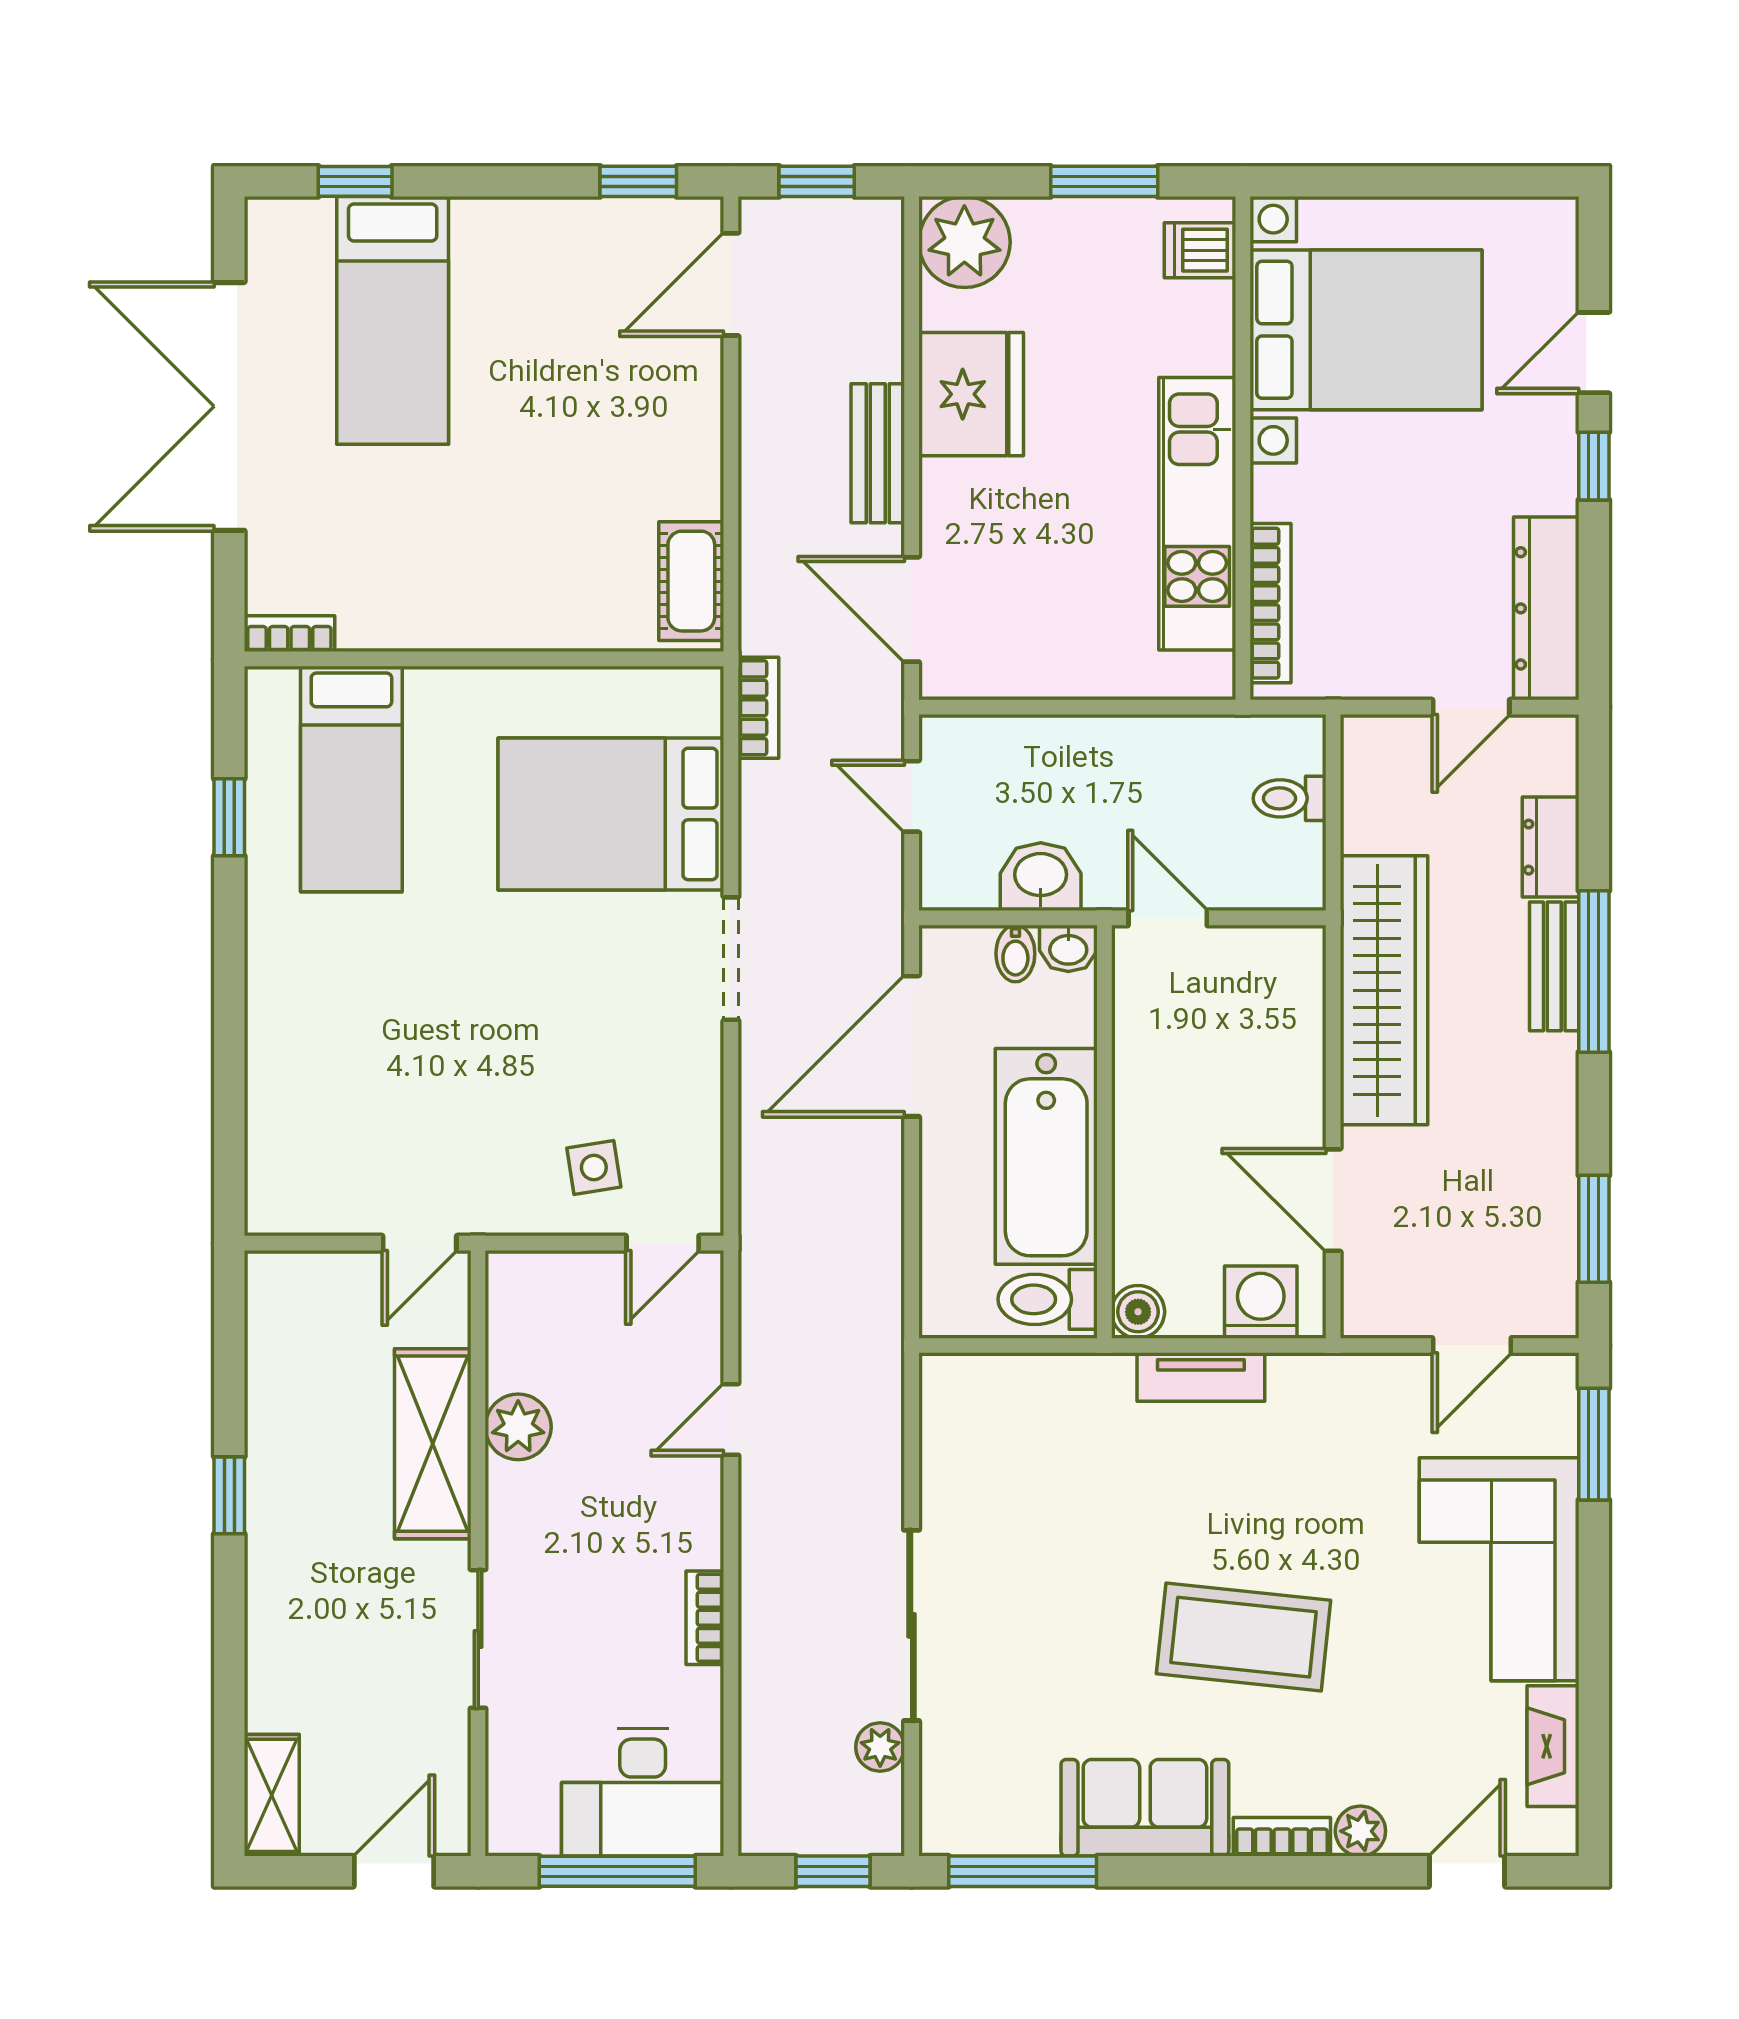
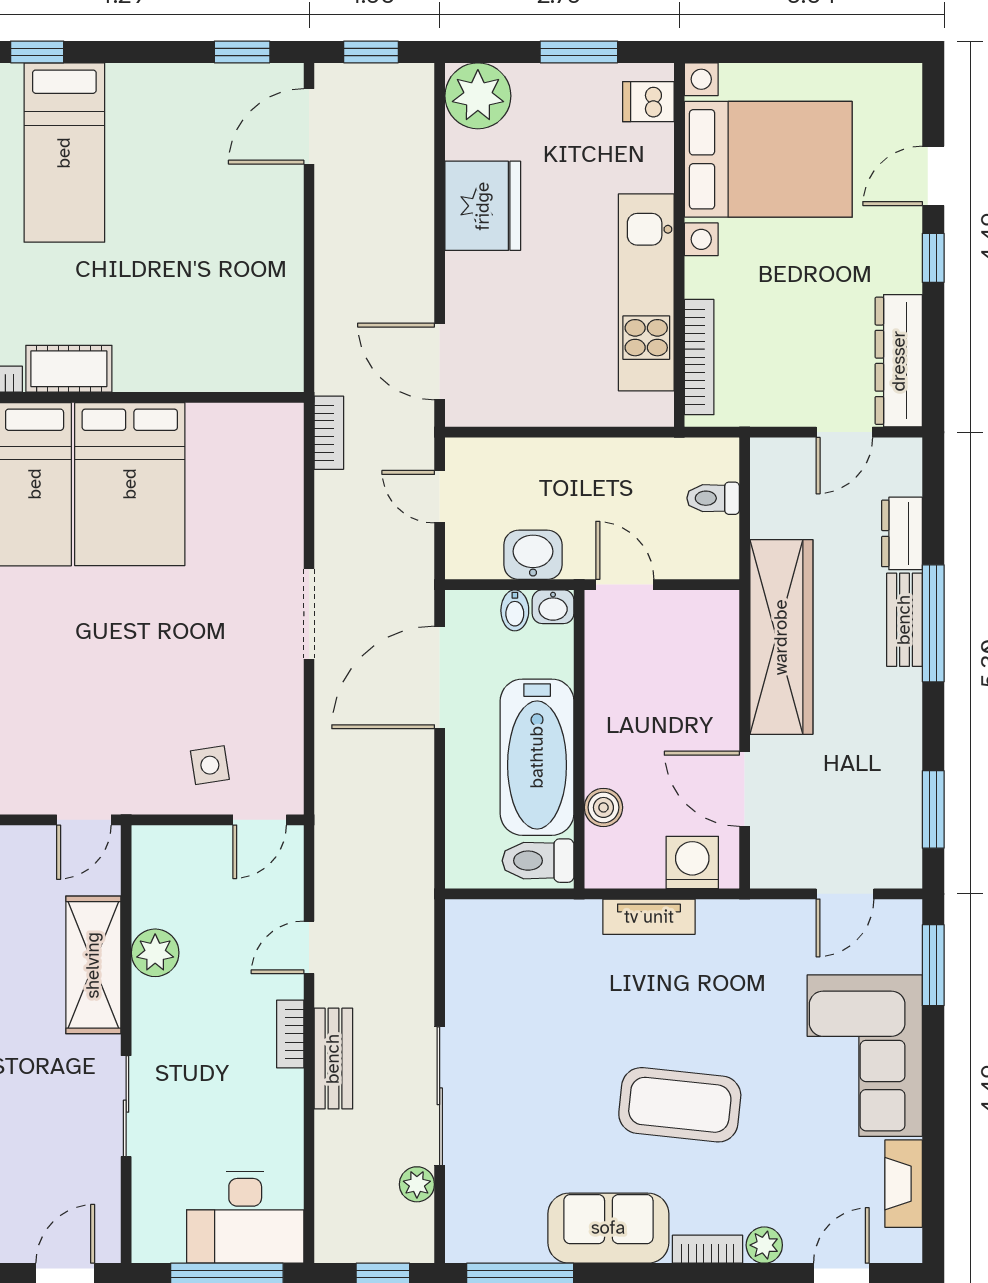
bench: (878, 453) -> (333, 1059), moved
cot: (691, 581) -> (69, 369), moved, turned 90
bed: (611, 814) -> (130, 484), moved, turned -90
boiler: (1138, 1312) -> (603, 807), moved
bookcase: (705, 1618) -> (290, 1034), moved

